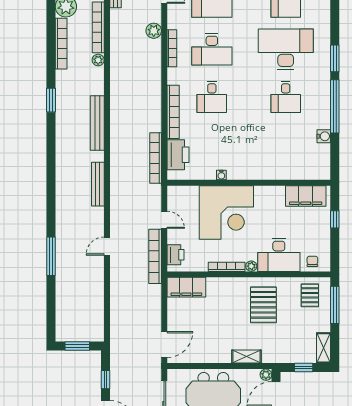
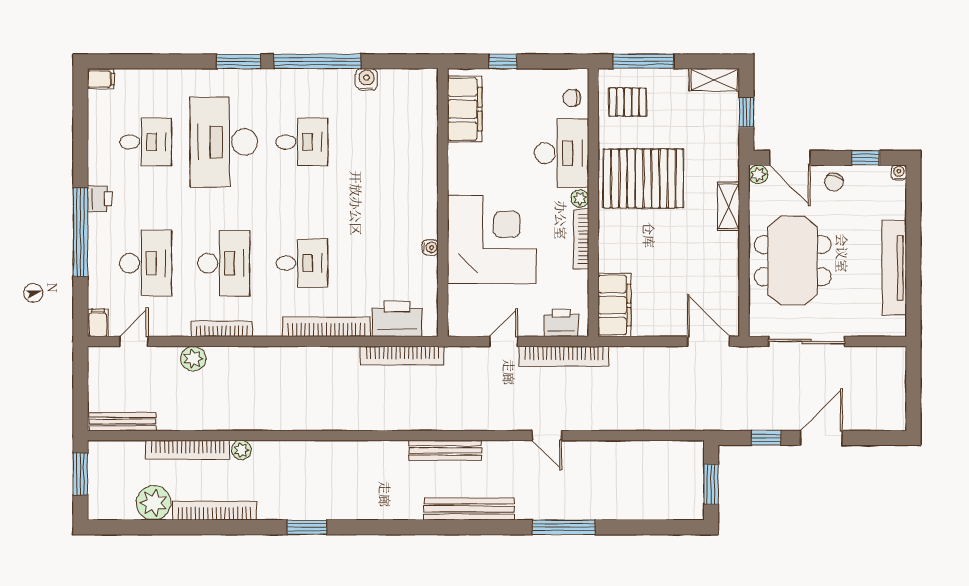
bench: (97, 123) -> (469, 509), moved
pallet: (263, 305) -> (643, 179), width x1.37, depth x1.41

